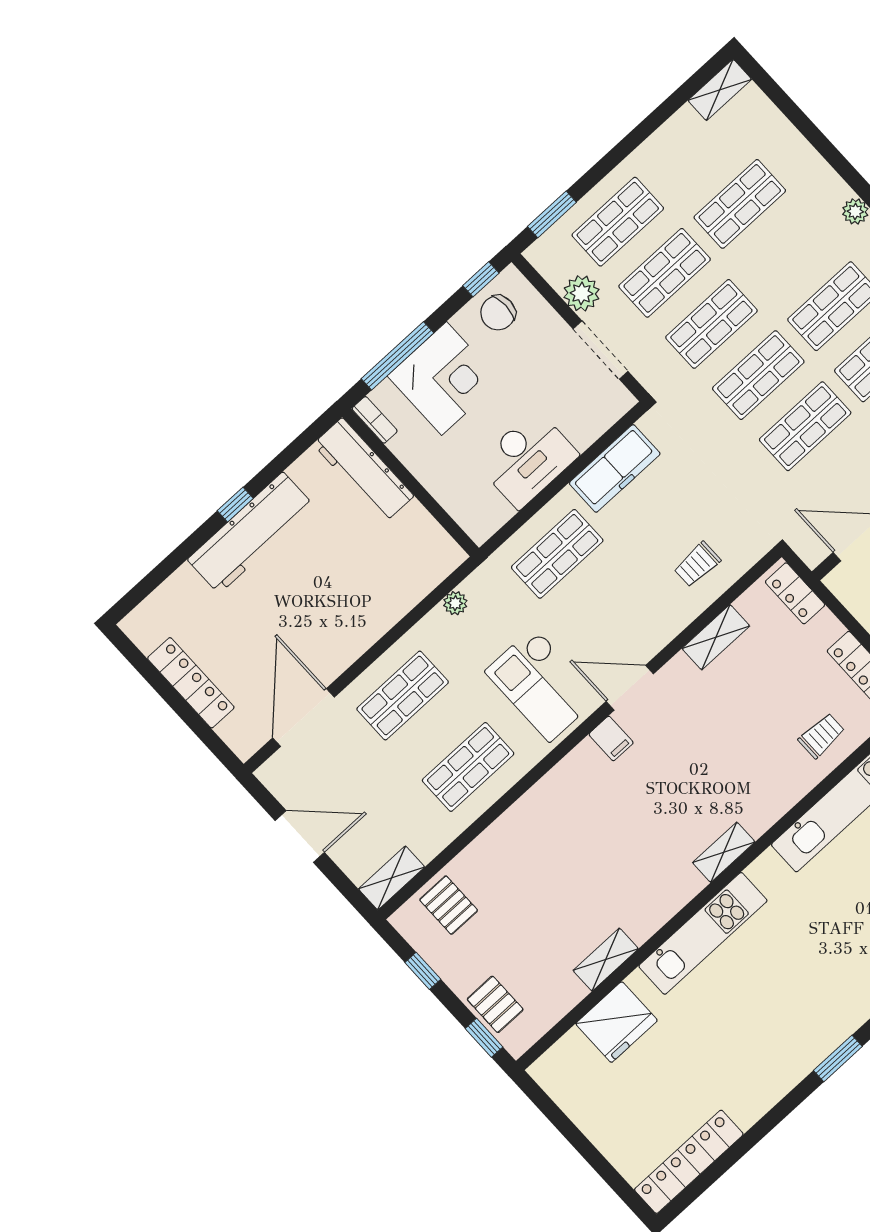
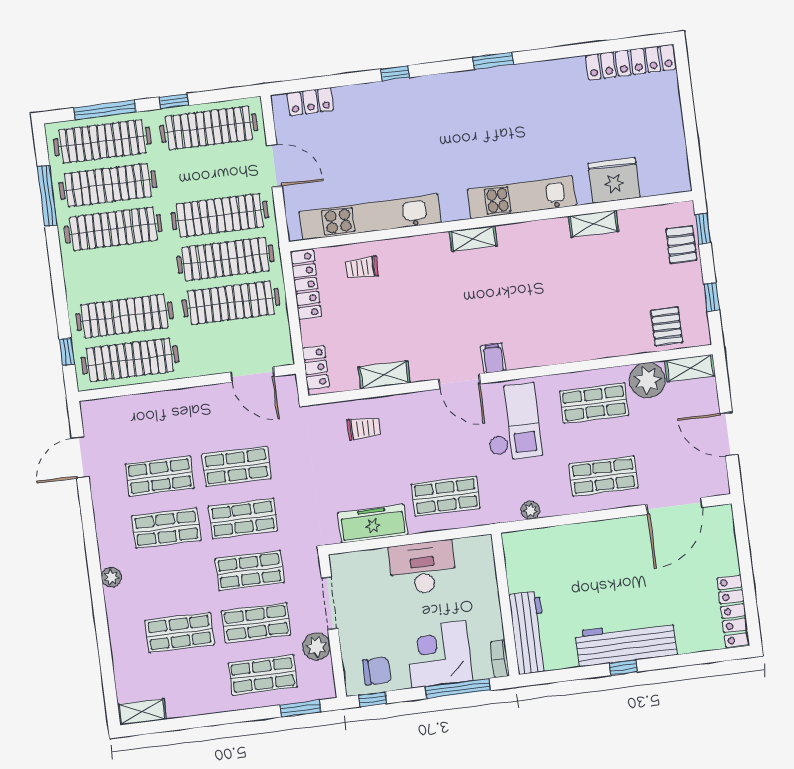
locker: (191, 683) -> (733, 611), moved
plant: (428, 832) -> (647, 380), added

